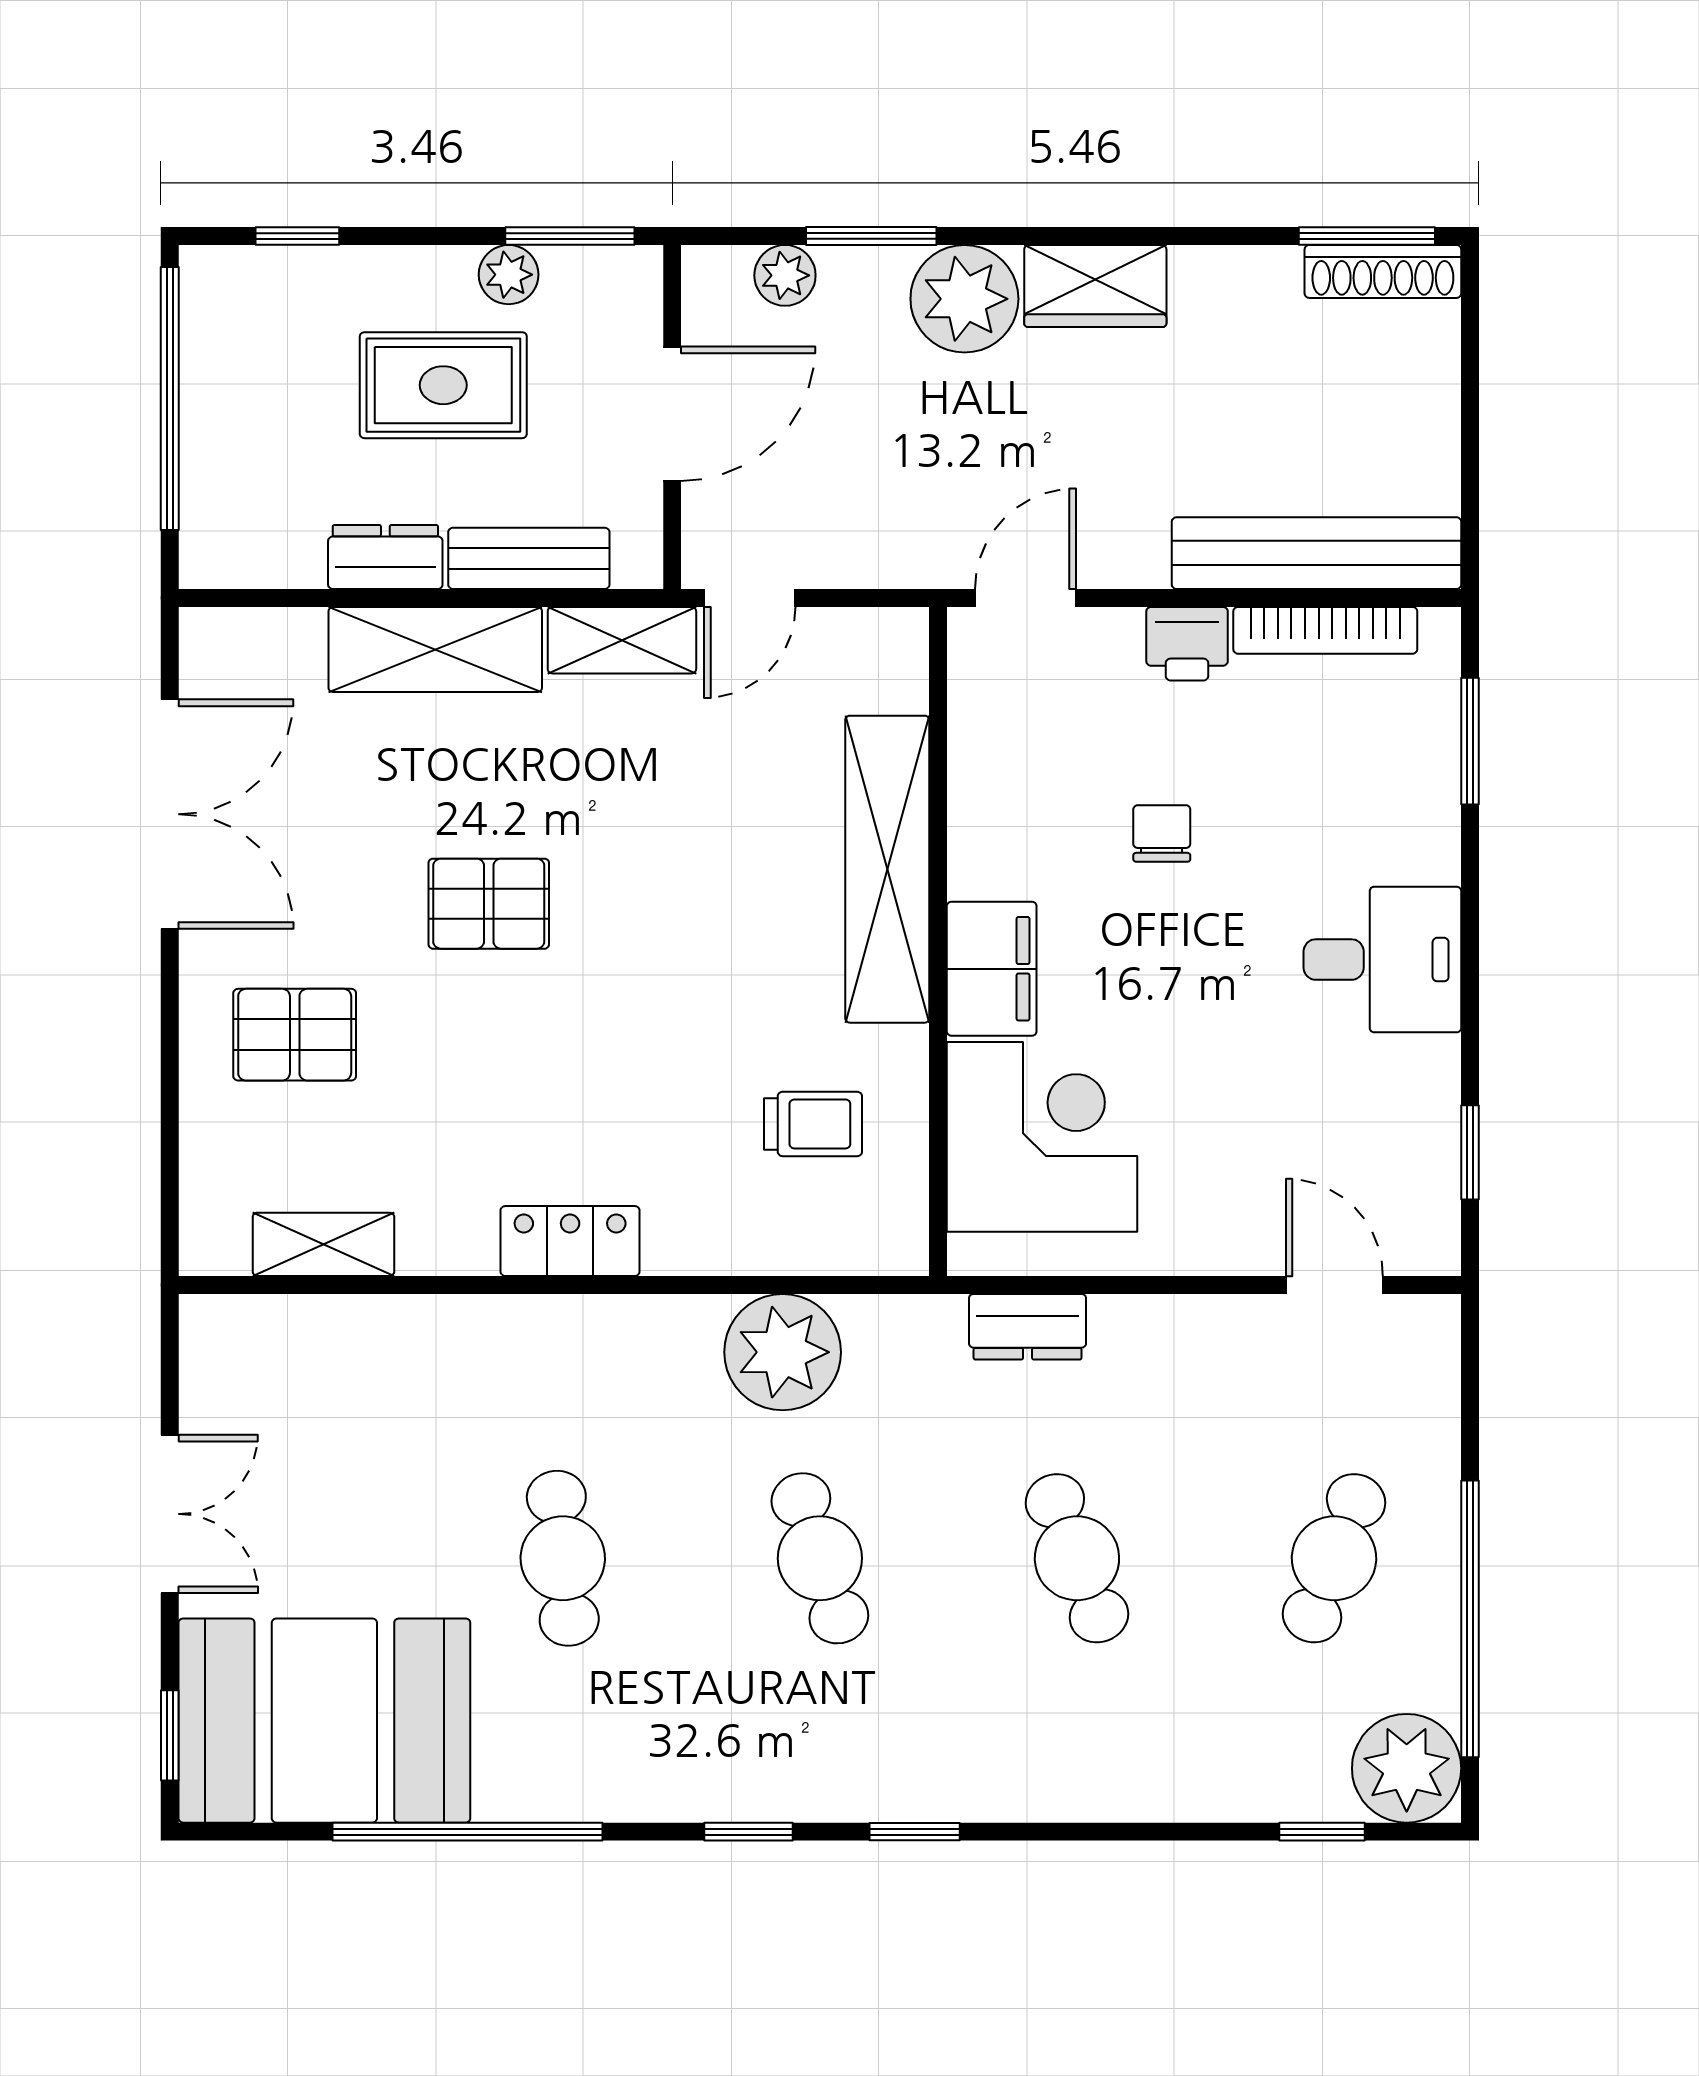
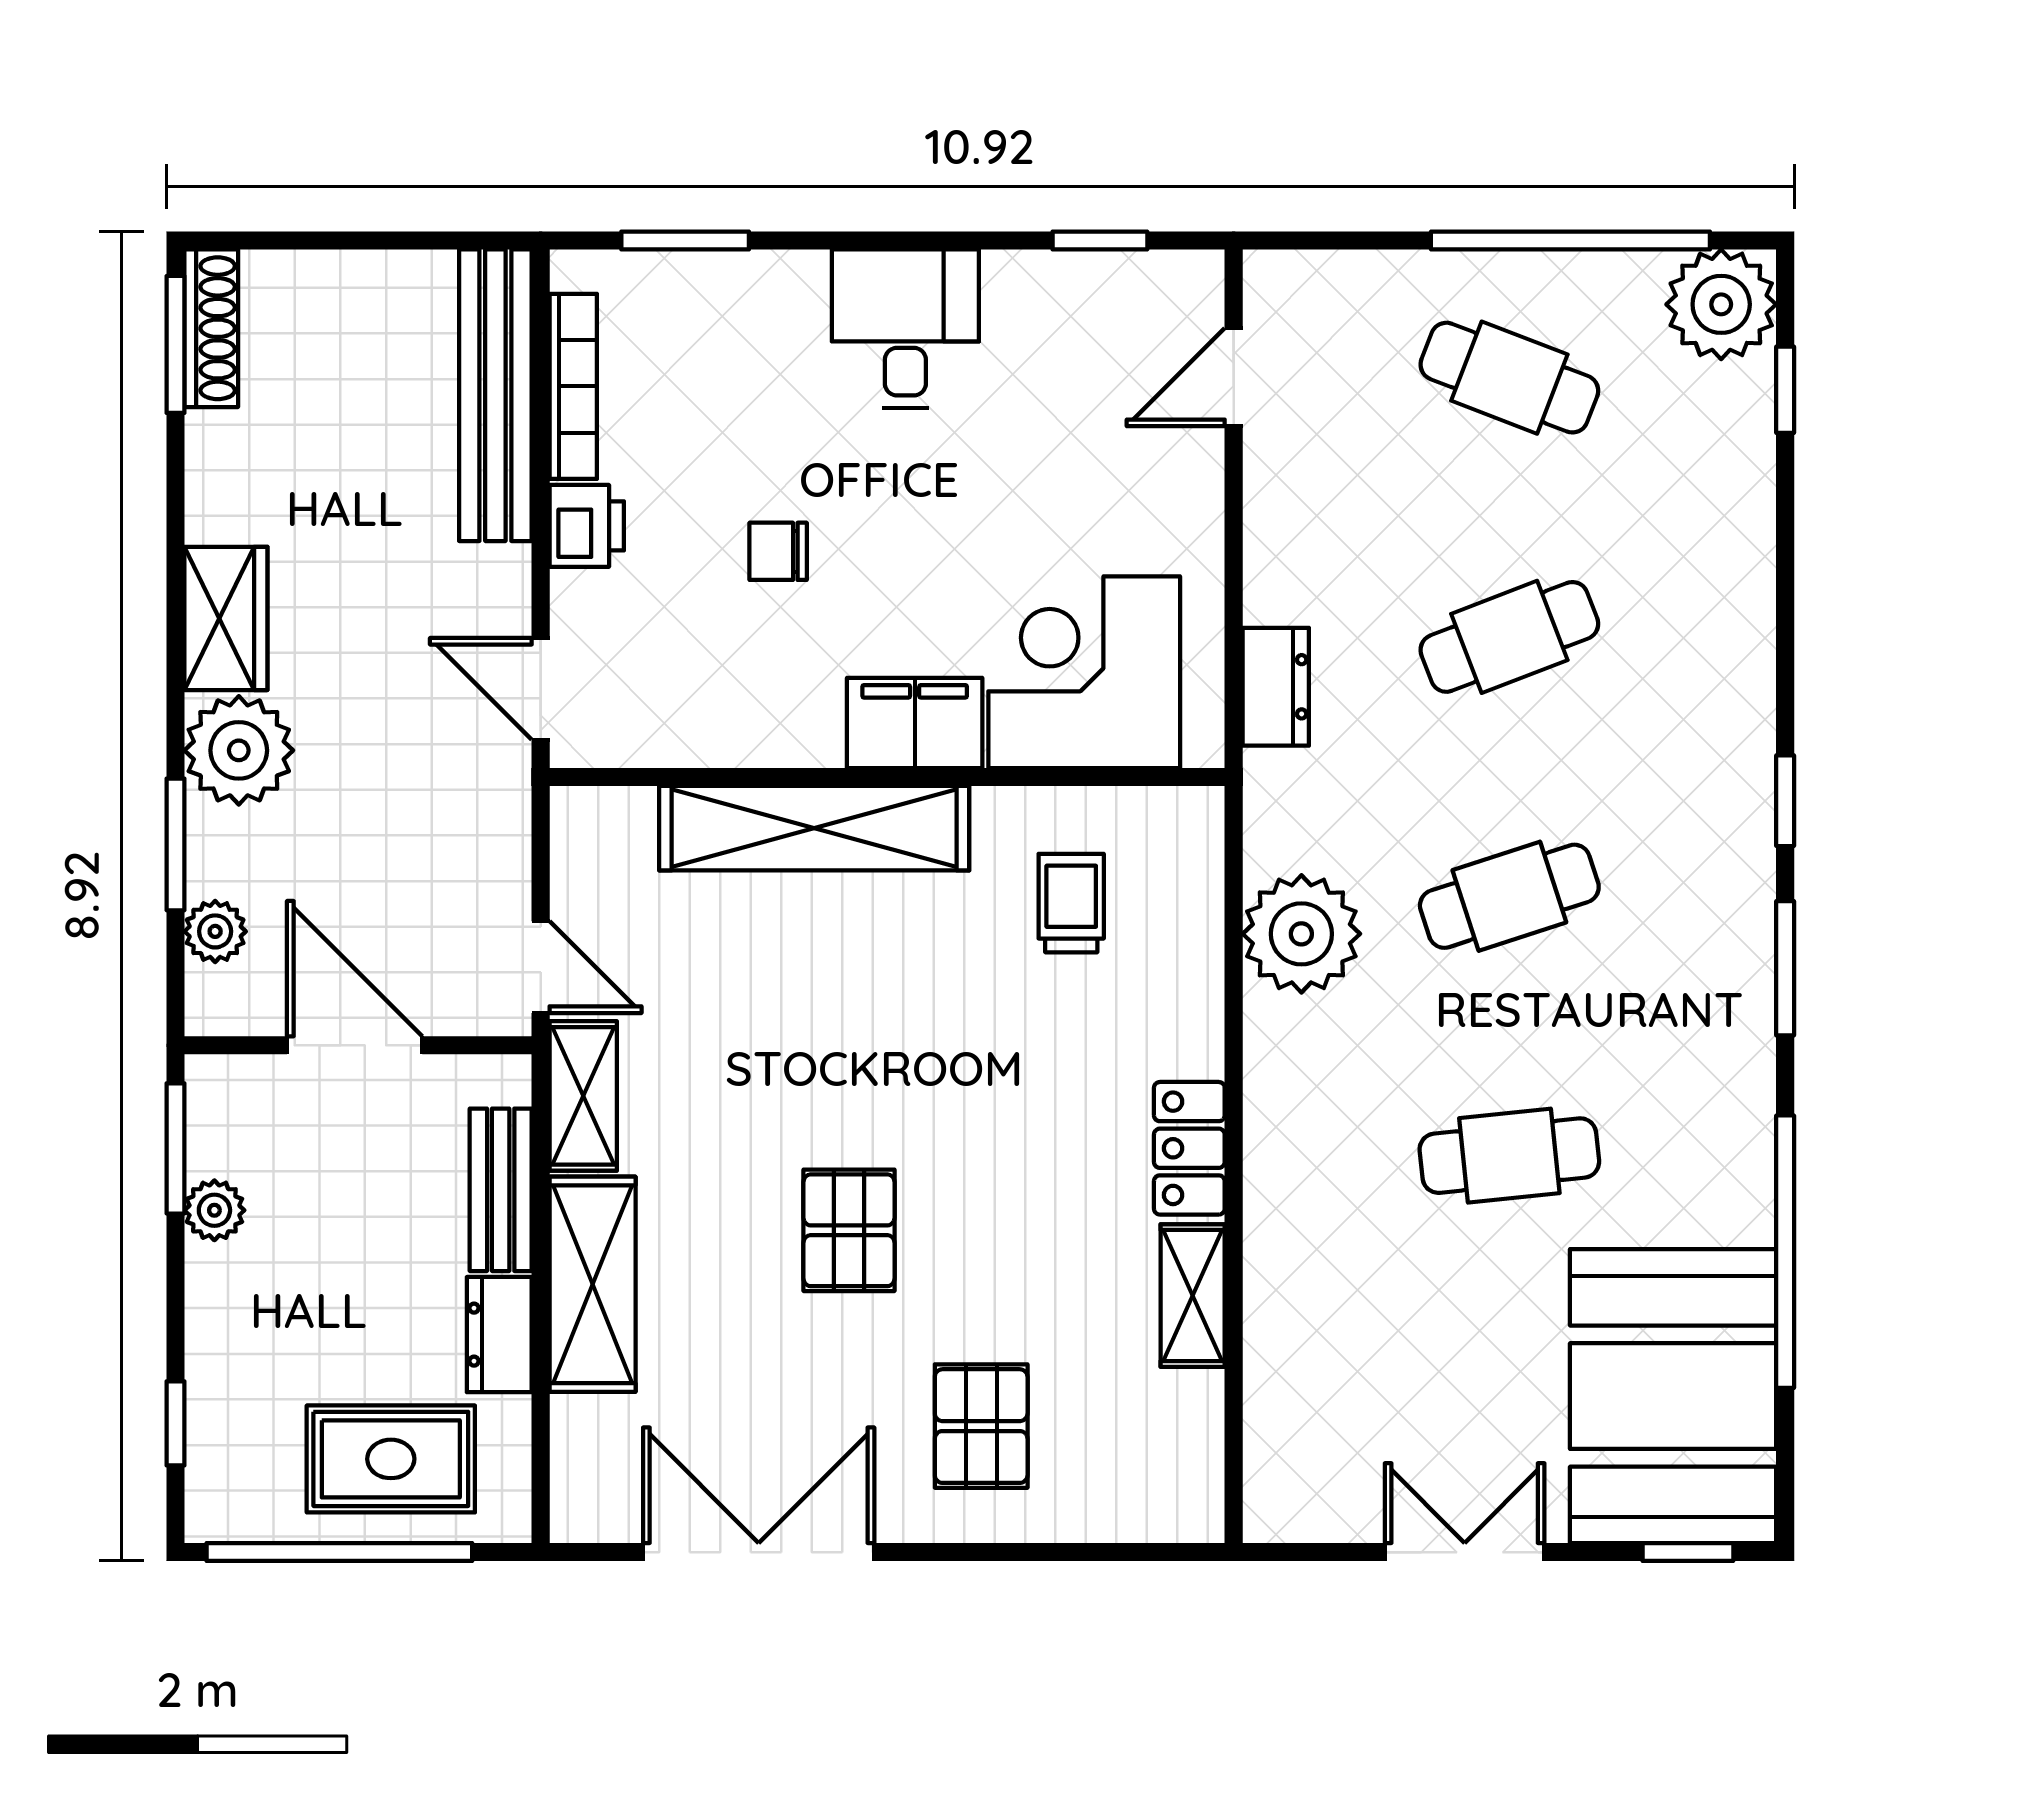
rug: (443, 385) -> (391, 1459), moved, turned 90
shelving: (323, 1244) -> (1193, 1296), moved
window: (748, 1832) -> (1785, 968), width x1.50

